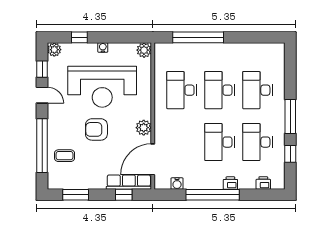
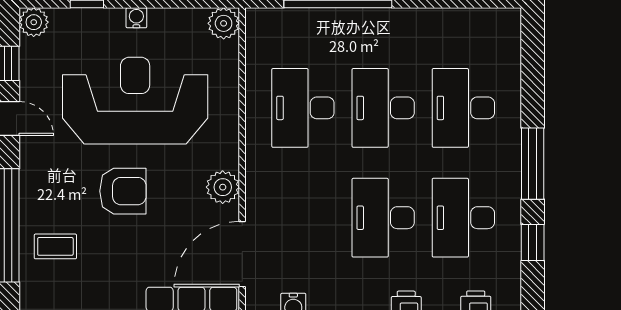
reception desk: (102, 87) -> (135, 101), turned 180
armchair: (96, 129) -> (123, 191), turned 180

